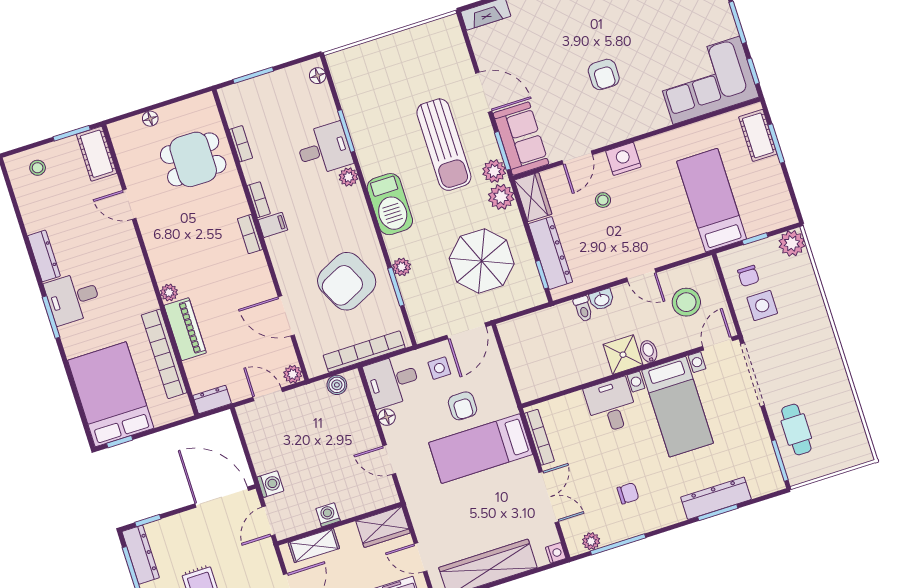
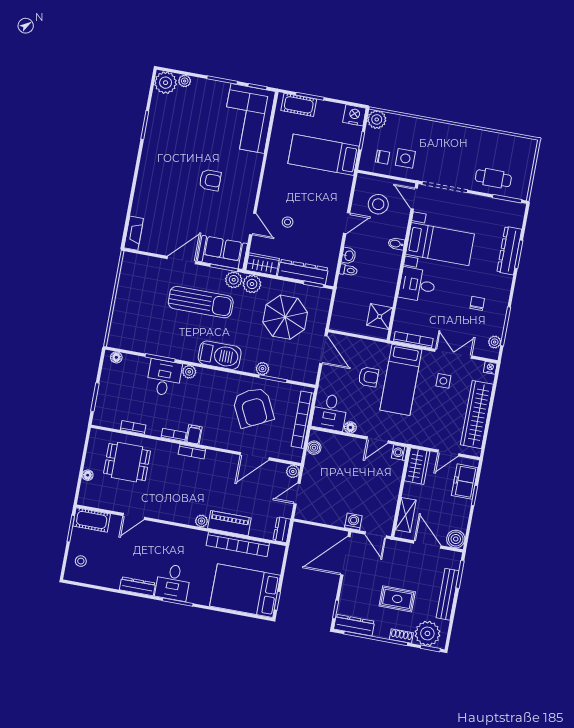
dining table: (193, 159) -> (127, 462), turned 90
nightstand: (623, 159) -> (354, 115), moved, turned 90
shower: (623, 355) -> (380, 317), moved
side table: (439, 368) -> (443, 381), moved
washing machine: (328, 515) -> (399, 453), moved

